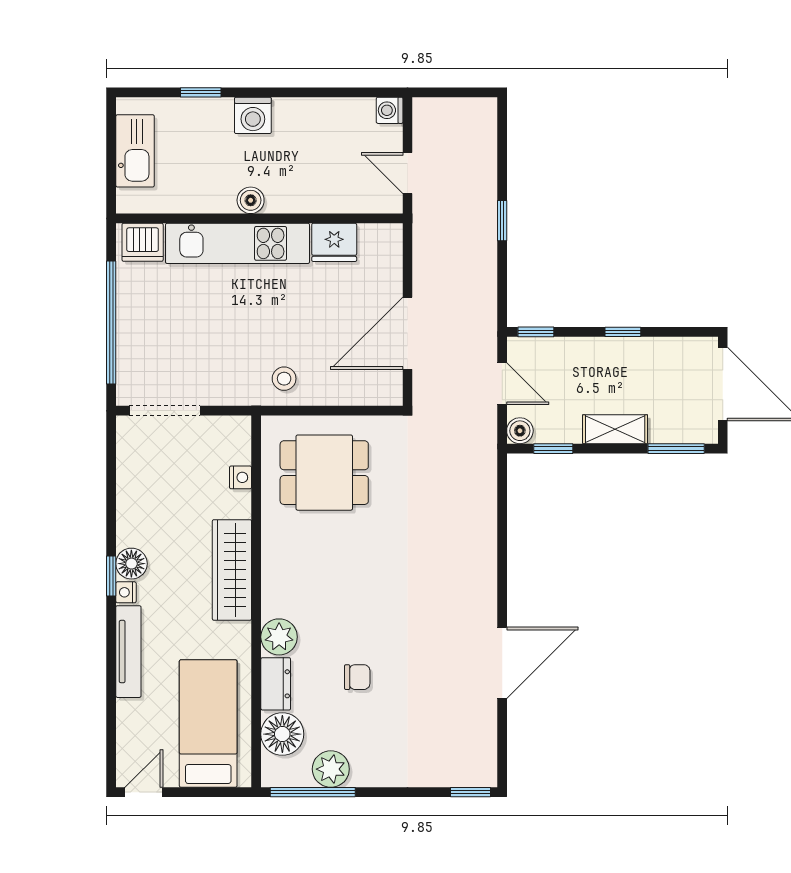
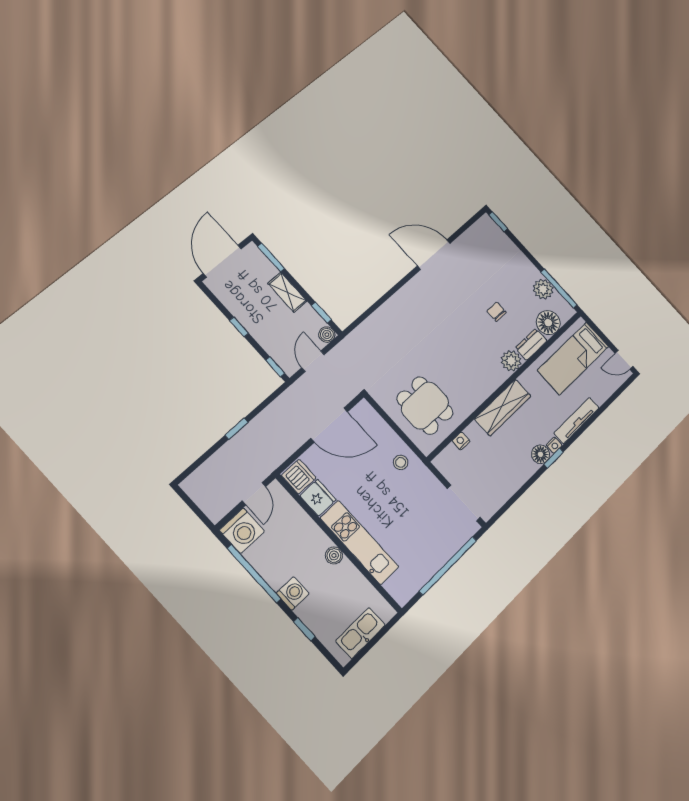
window: (316, 92) -> (254, 574), added
washing machine: (390, 110) -> (242, 531), width x1.89, depth x1.89
dishwasher: (143, 242) -> (299, 477), moved

